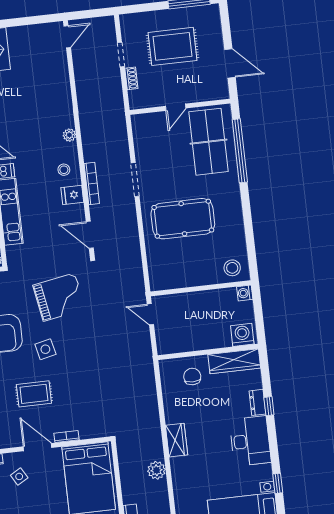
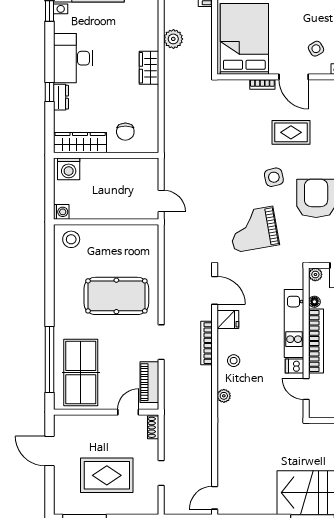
shoe rack: (131, 78) -> (153, 427), moved
door: (176, 107) -> (128, 412), moved
piano: (142, 140) -> (149, 382), added
fridge: (72, 195) -> (228, 320), moved

